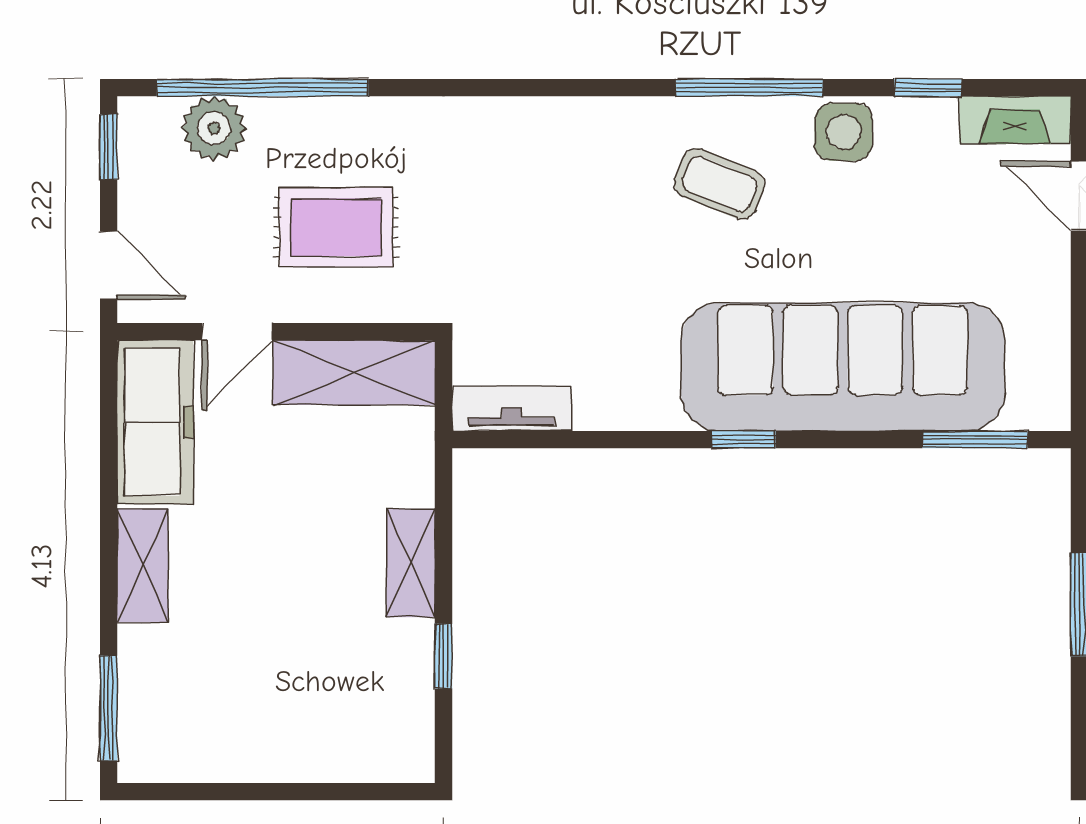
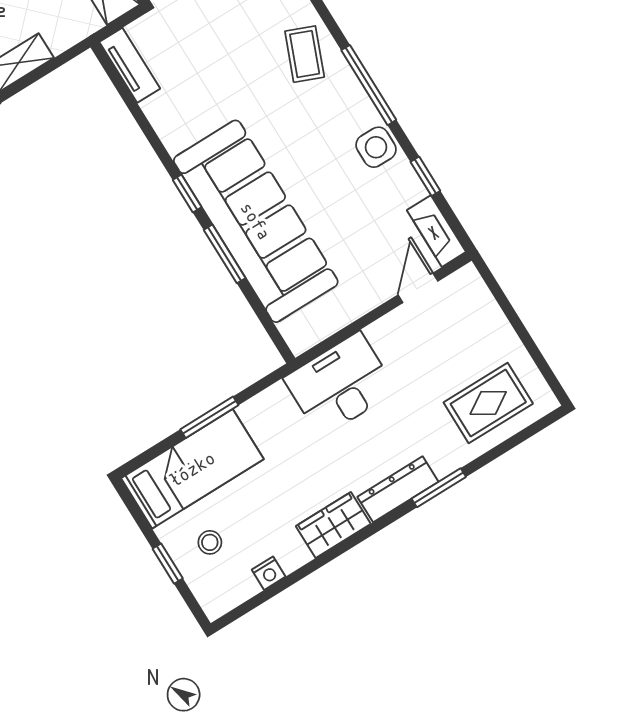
coffee table: (719, 184) -> (305, 54), moved
window: (975, 440) -> (225, 254), moved

